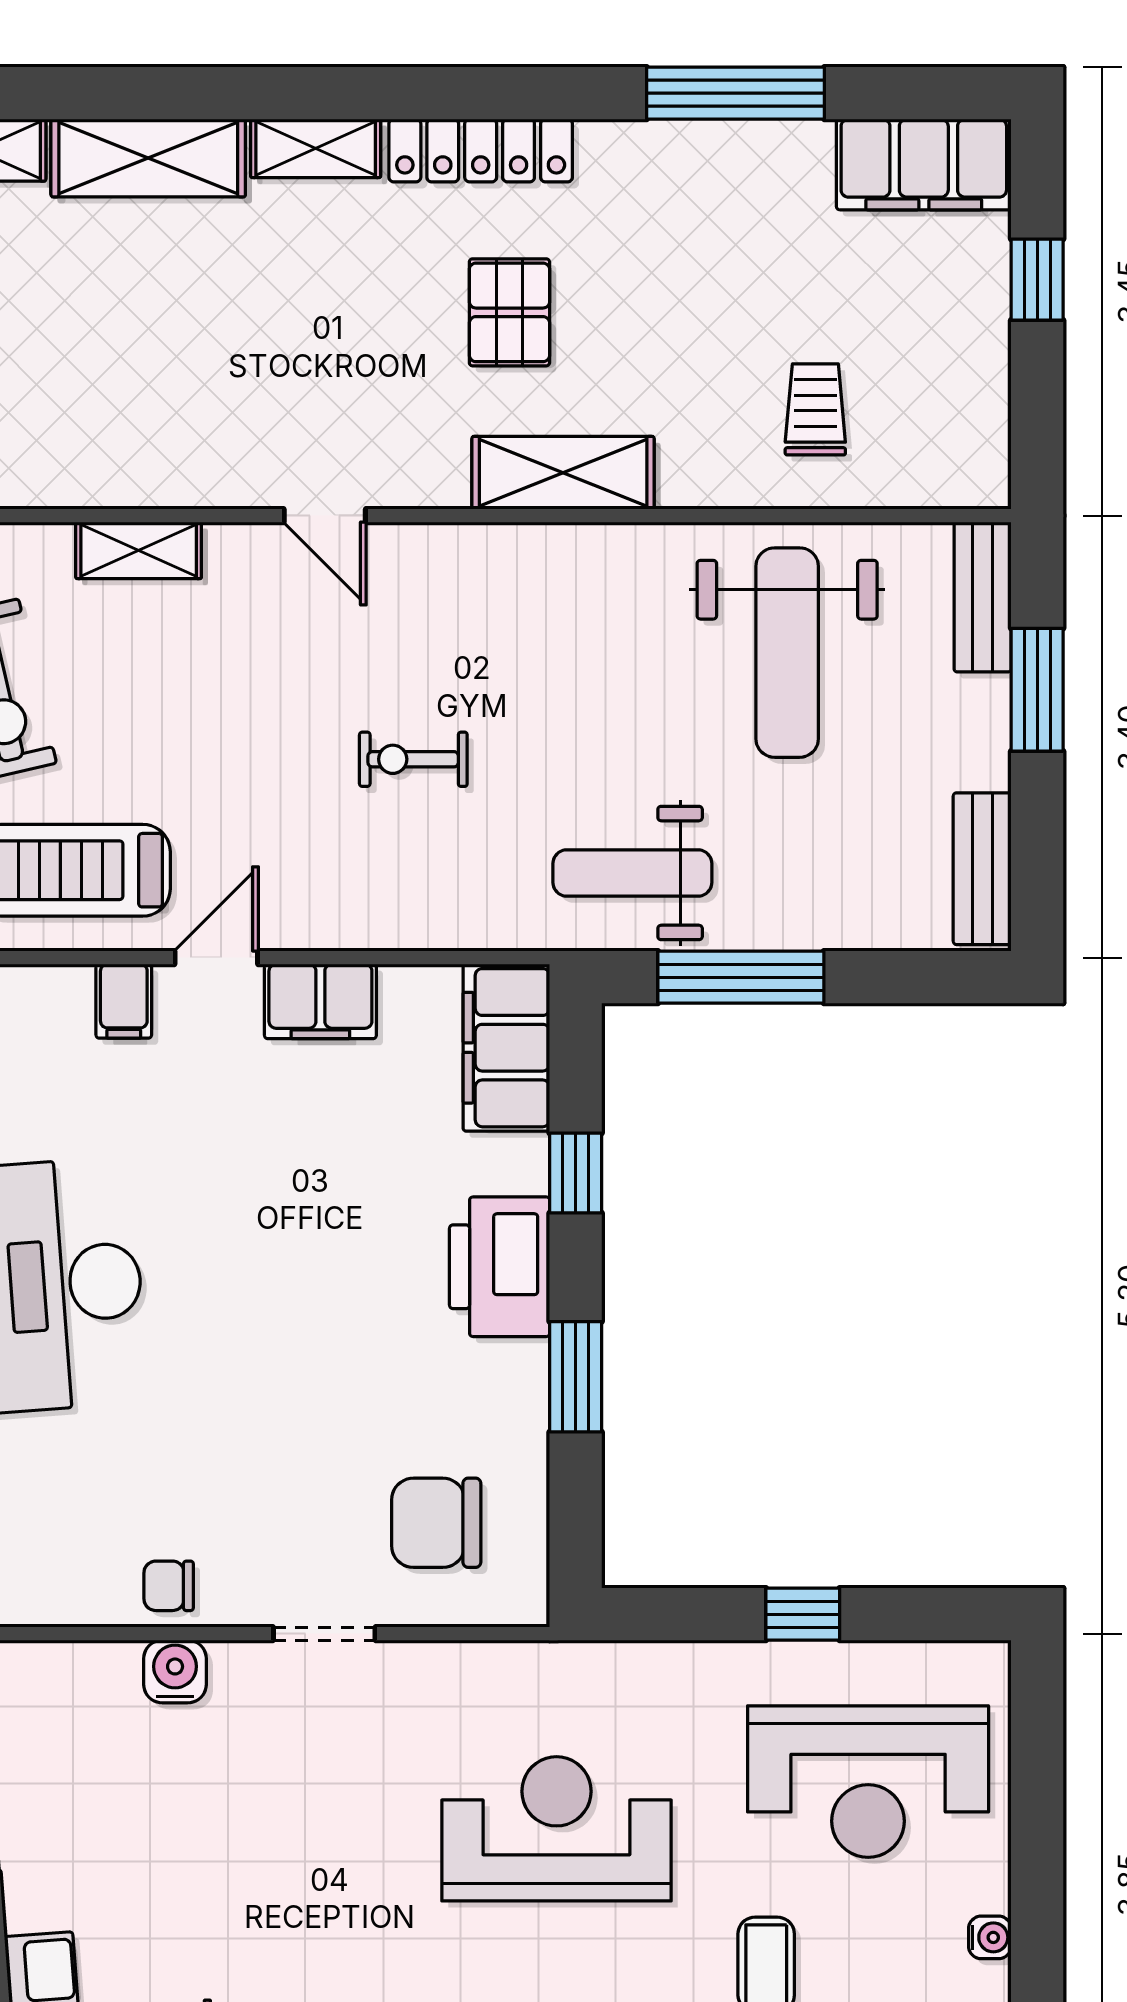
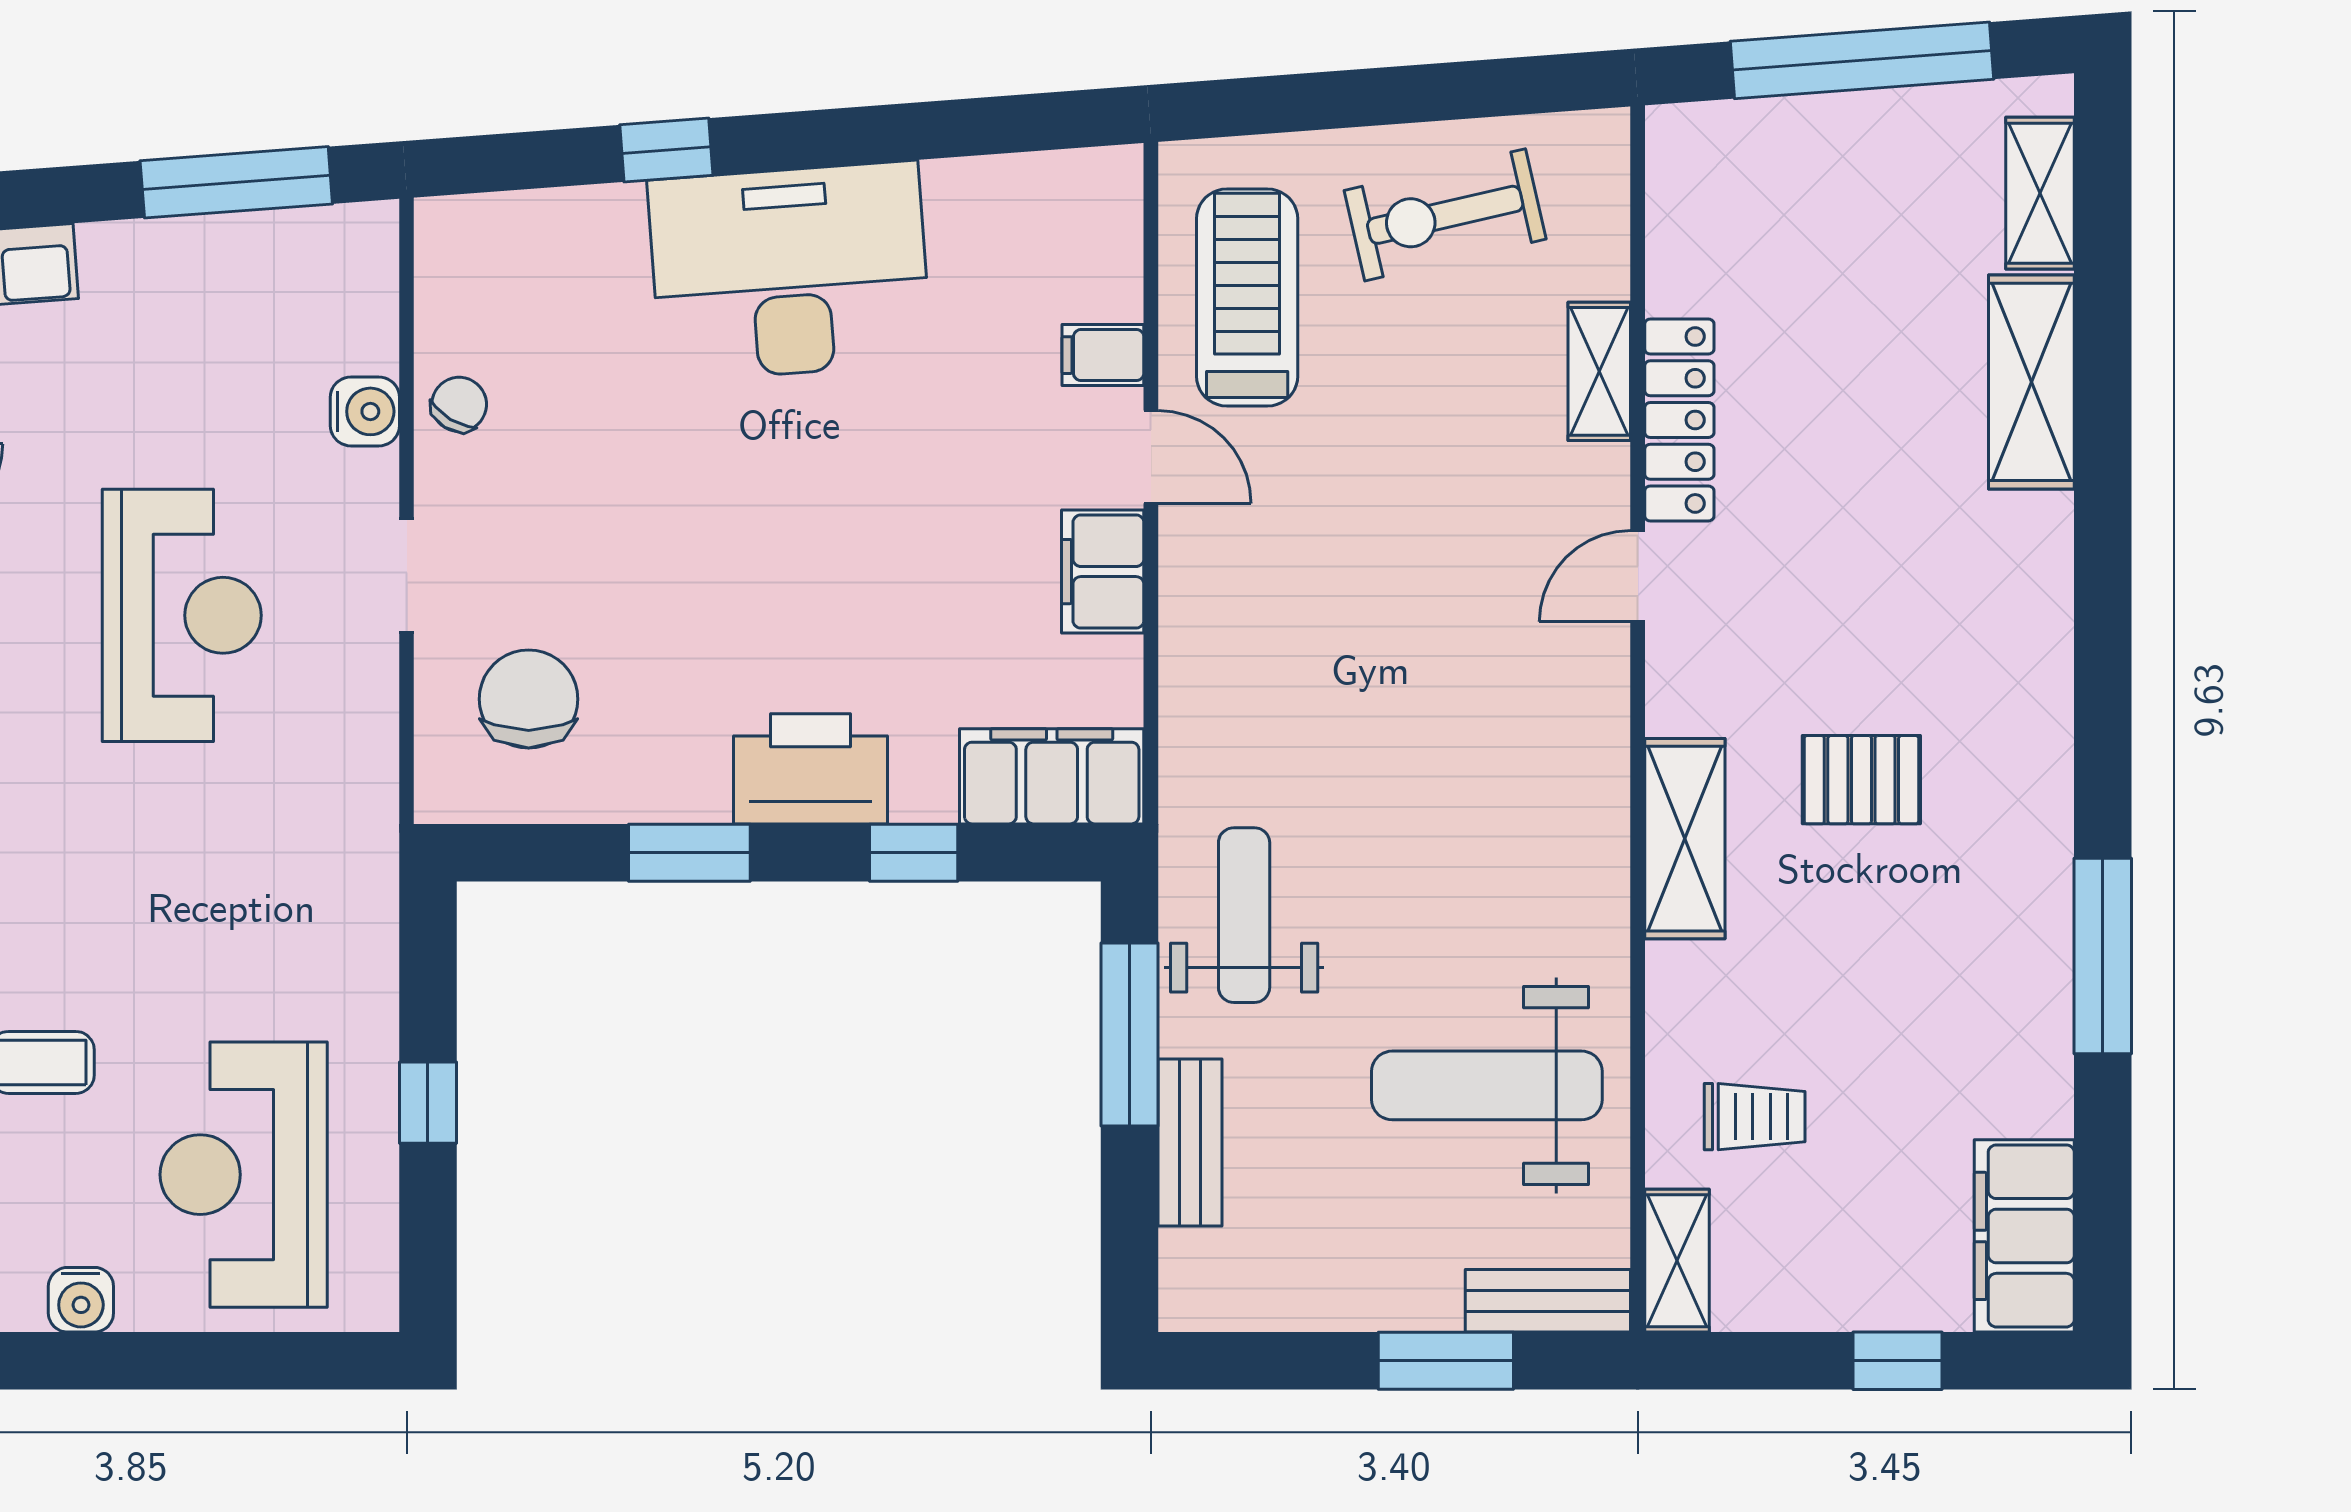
window: (735, 93) -> (2103, 956), moved
shelving: (316, 148) -> (1677, 1261), moved
locker: (481, 150) -> (1679, 420), moved, turned 180
exercise bike: (413, 759) -> (1369, 674), removed
bench: (982, 869) -> (1190, 1142), moved, turned 90
chair: (169, 1586) -> (459, 404), turned 31
reception desk: (556, 1829) -> (182, 615), moved
water cooler: (990, 1937) -> (81, 1300), width x1.38, depth x1.38

